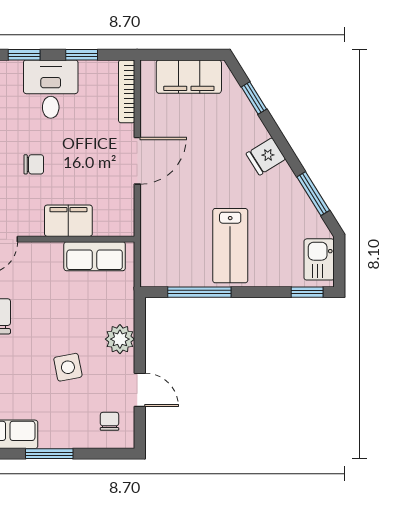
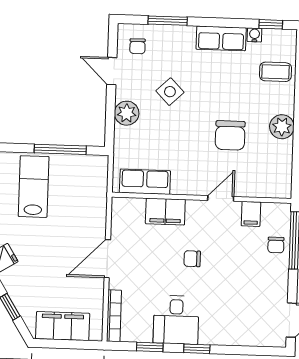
side table: (68, 367) -> (170, 92), turned -33
window: (49, 454) -> (168, 21), moved

